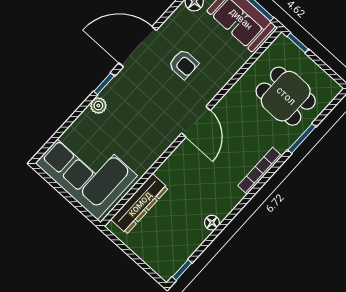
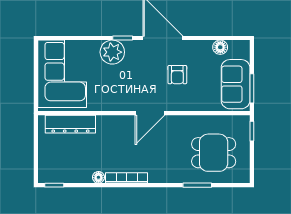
dining table: (286, 96) -> (214, 153), turned 90
plant: (98, 106) -> (112, 52), width x1.88, depth x1.88
bookcase: (260, 171) -> (127, 178), moved

